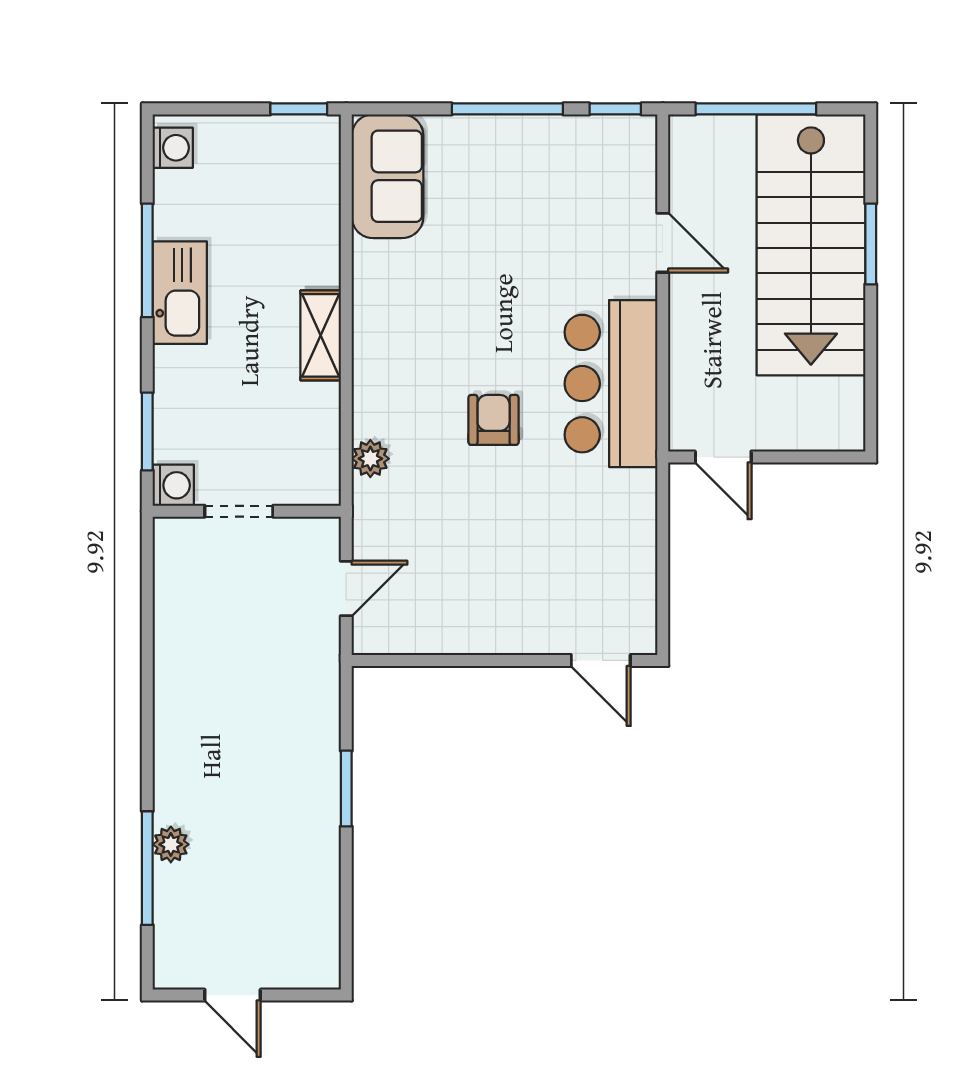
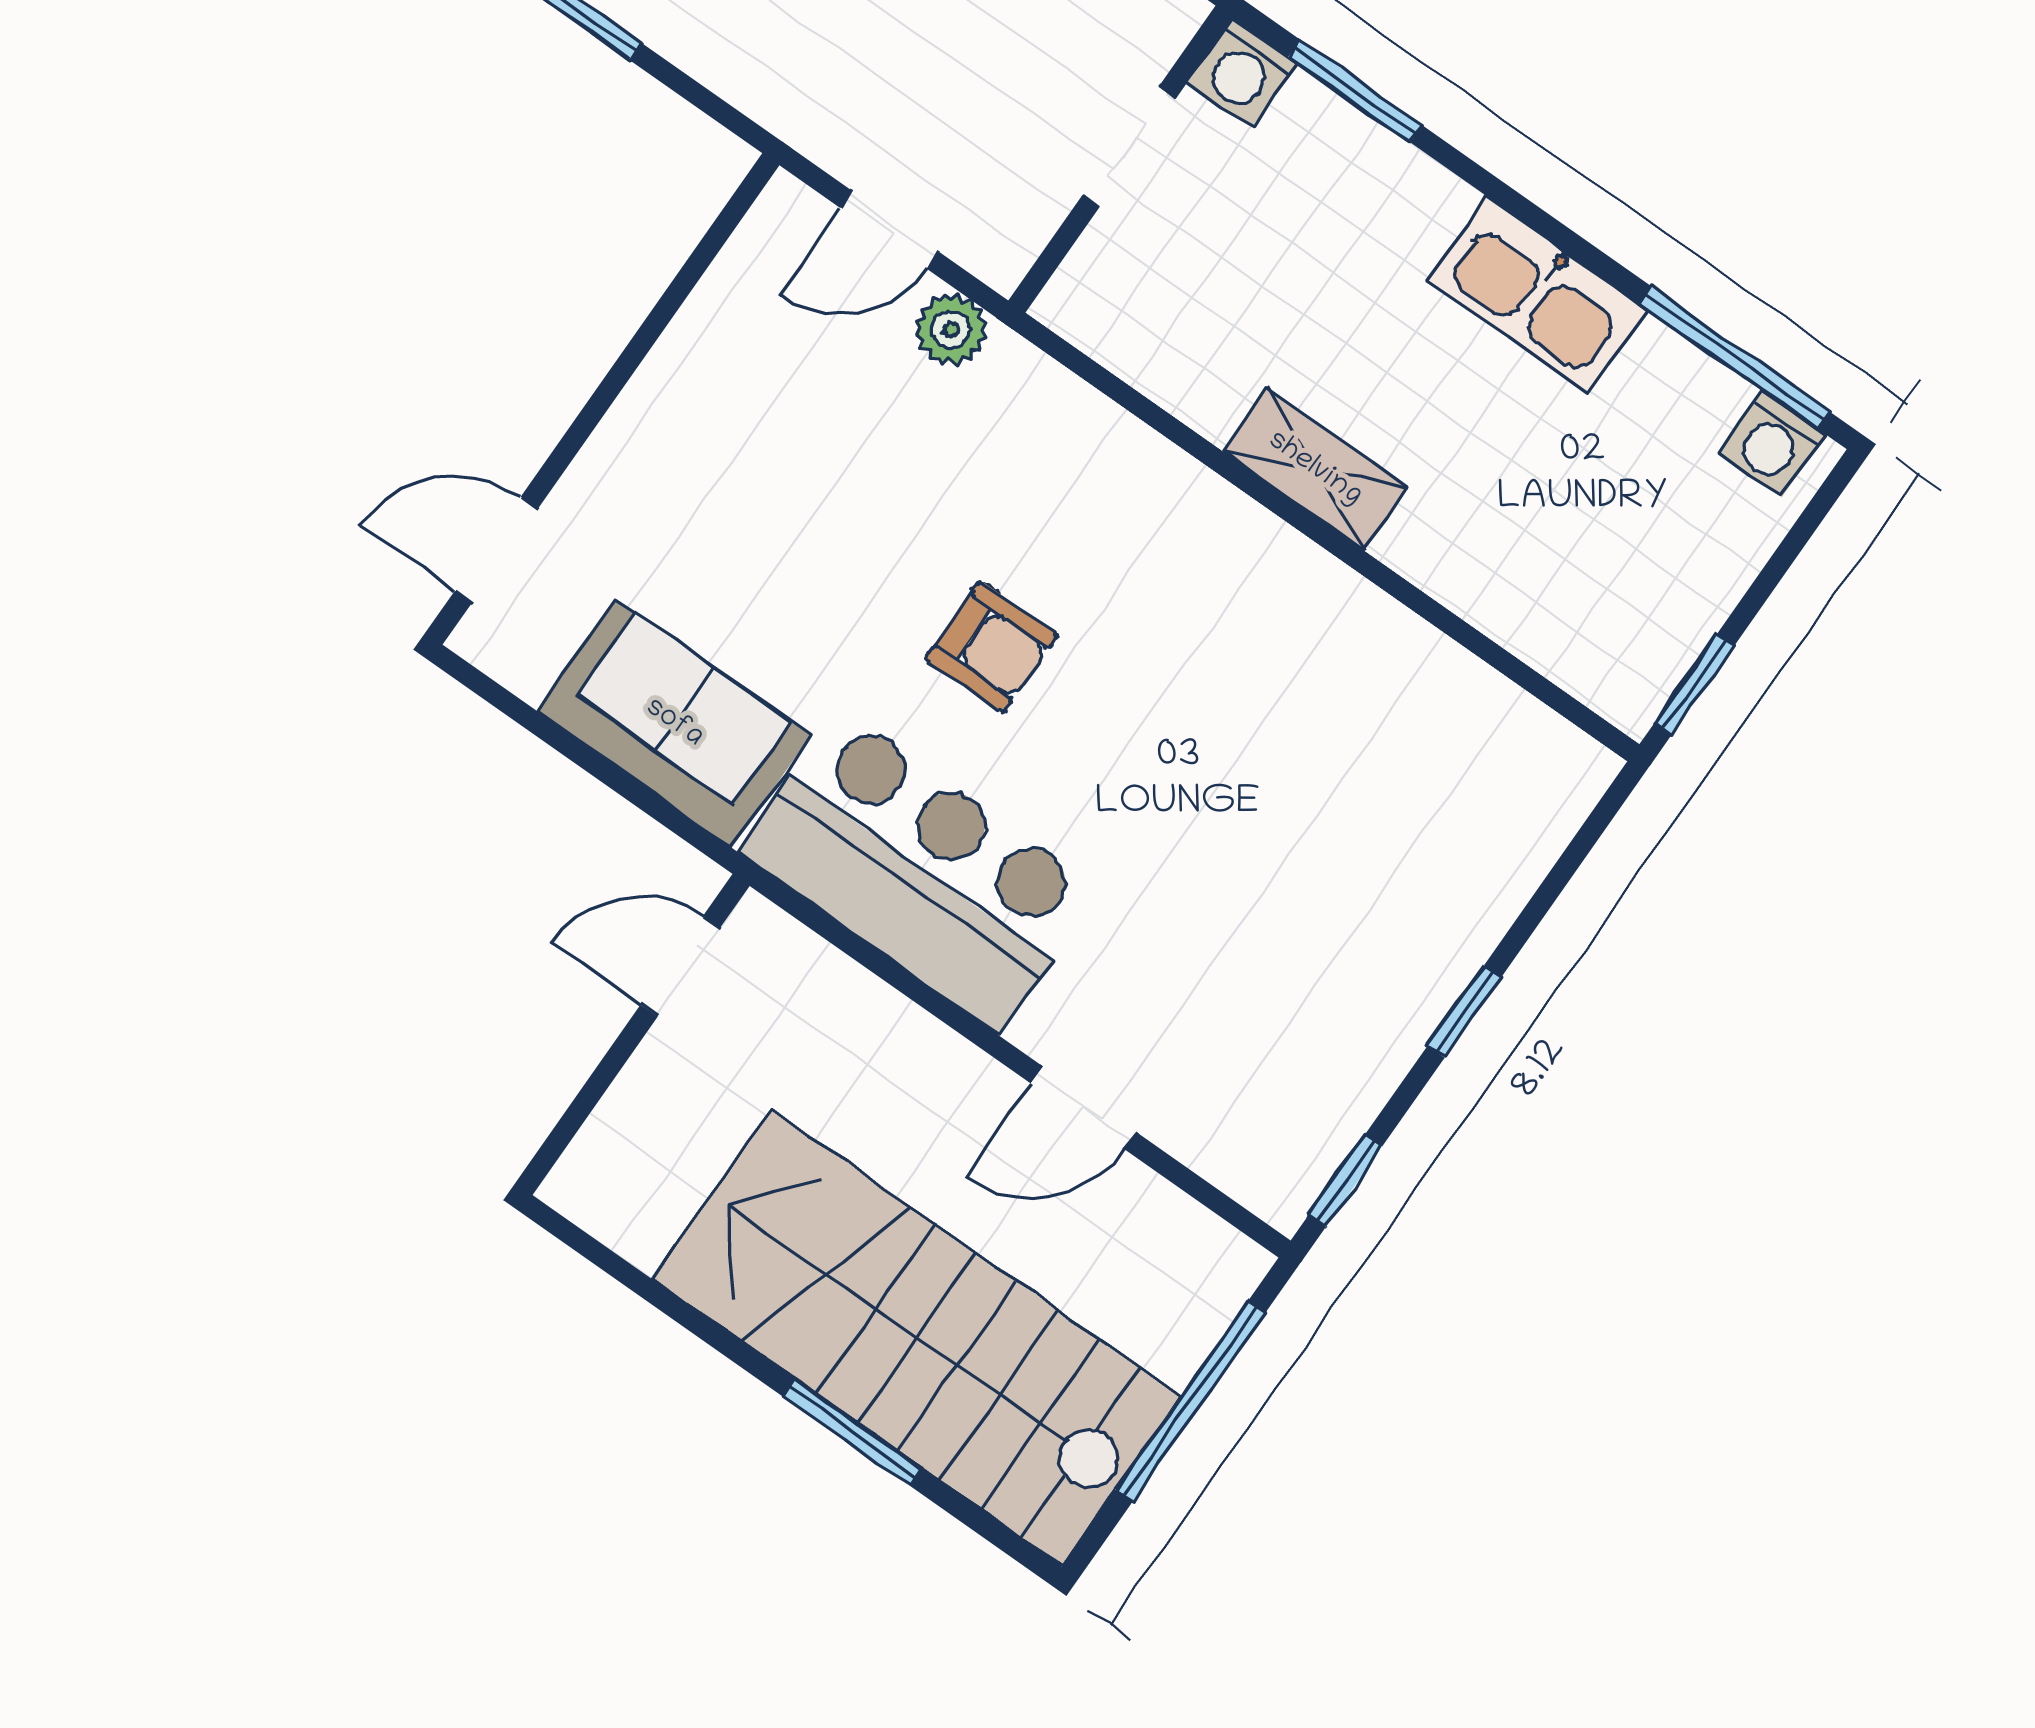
window: (507, 109) -> (1464, 1012), width x0.46
sofa: (388, 176) -> (674, 723), moved, turned 180
window: (147, 260) -> (1734, 357), moved
plant: (370, 459) -> (951, 330), moved
door: (346, 588) -> (890, 230), hinge flipped

